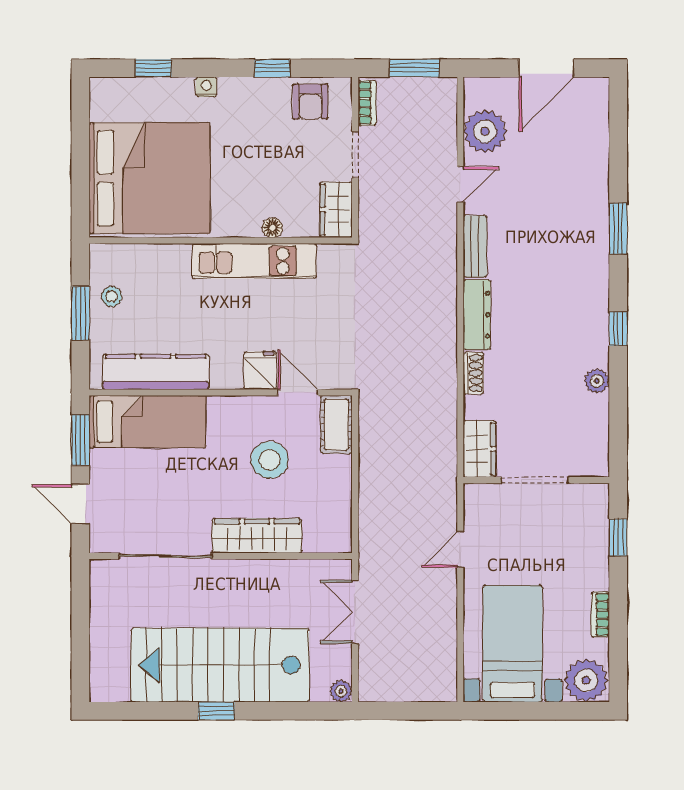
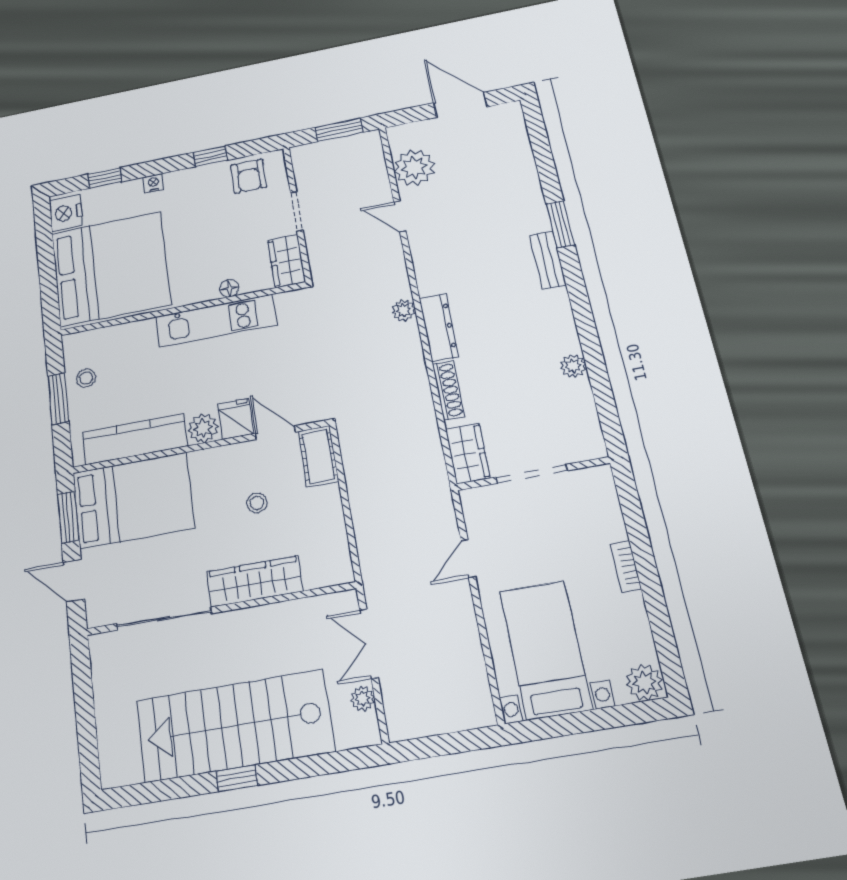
door: (546, 68) -> (460, 105), swing flipped
nightstand: (107, 101) -> (66, 213), added
bookcase: (367, 103) -> (301, 167), removed
door: (460, 184) -> (400, 217), swing flipped
bench: (475, 246) -> (548, 260), moved
plant: (445, 289) -> (404, 310), added
window: (618, 329) -> (583, 314), removed
shoe rack: (473, 373) -> (448, 390), width x1.43
plant: (226, 374) -> (203, 428), added
bed: (148, 422) -> (133, 500), width x1.50
stool: (270, 460) -> (257, 503), width x0.53, depth x0.53
window: (618, 538) -> (633, 517), removed
bookcase: (600, 614) -> (626, 567), moved
plant: (586, 680) -> (644, 682), width x0.73, depth x0.73
plant: (341, 691) -> (363, 699), moved

